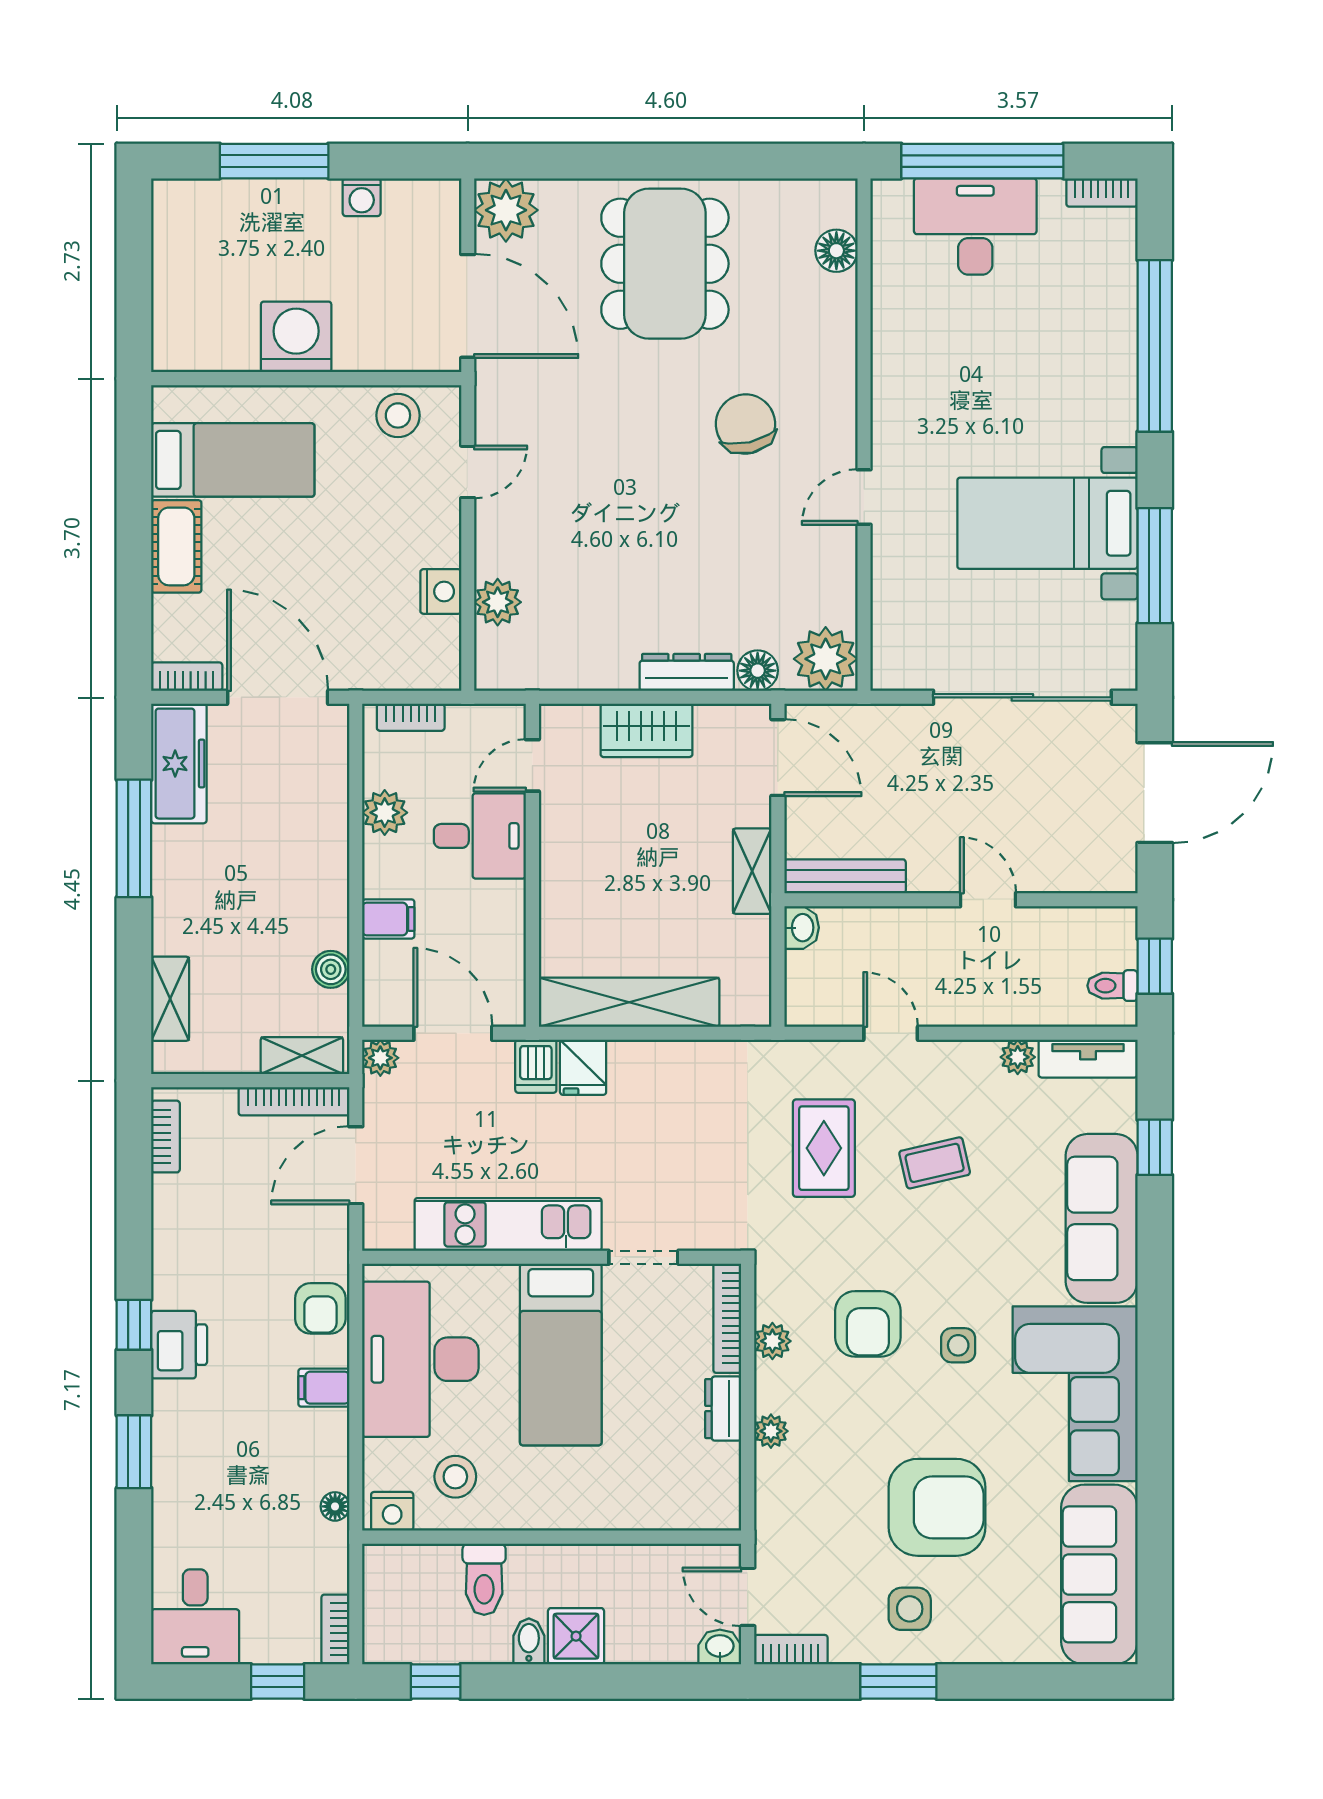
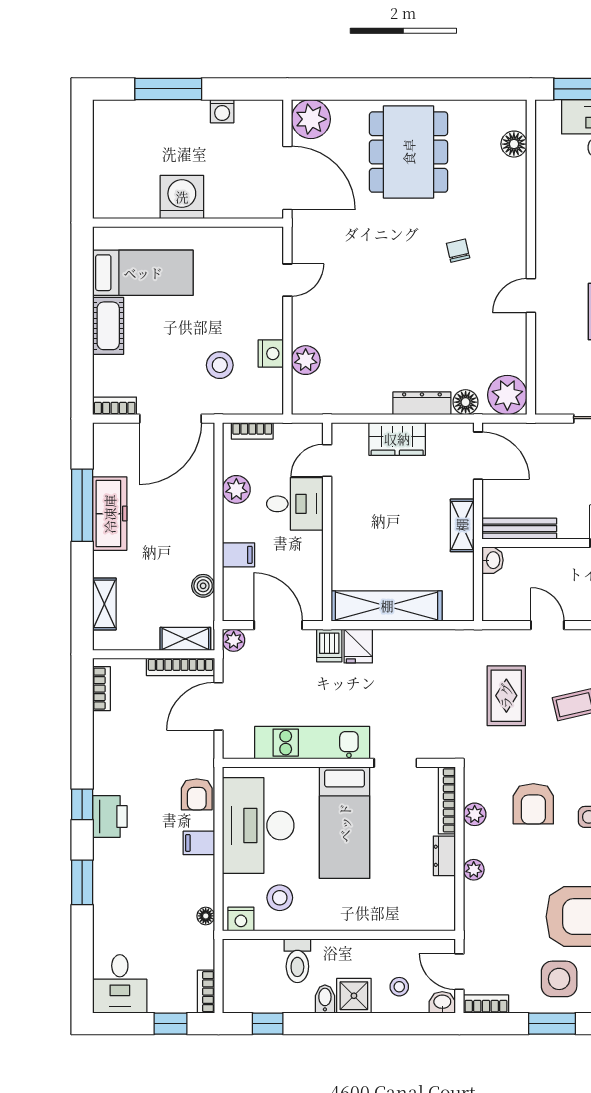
stool: (398, 415) -> (220, 365), moved
chair: (745, 424) -> (458, 251), width x0.54, depth x0.54
door: (278, 697) -> (170, 419), swing flipped
freezer: (179, 764) -> (110, 514), moved
side table: (910, 1609) -> (559, 979), width x1.37, depth x1.37
stool: (650, 1621) -> (399, 987), added

